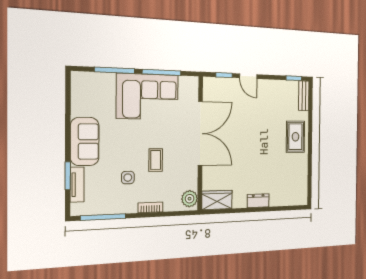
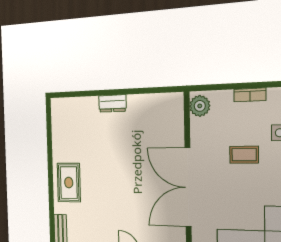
coffee table: (156, 160) -> (244, 155), turned 90
wardrobe: (217, 200) -> (165, 104), removed

